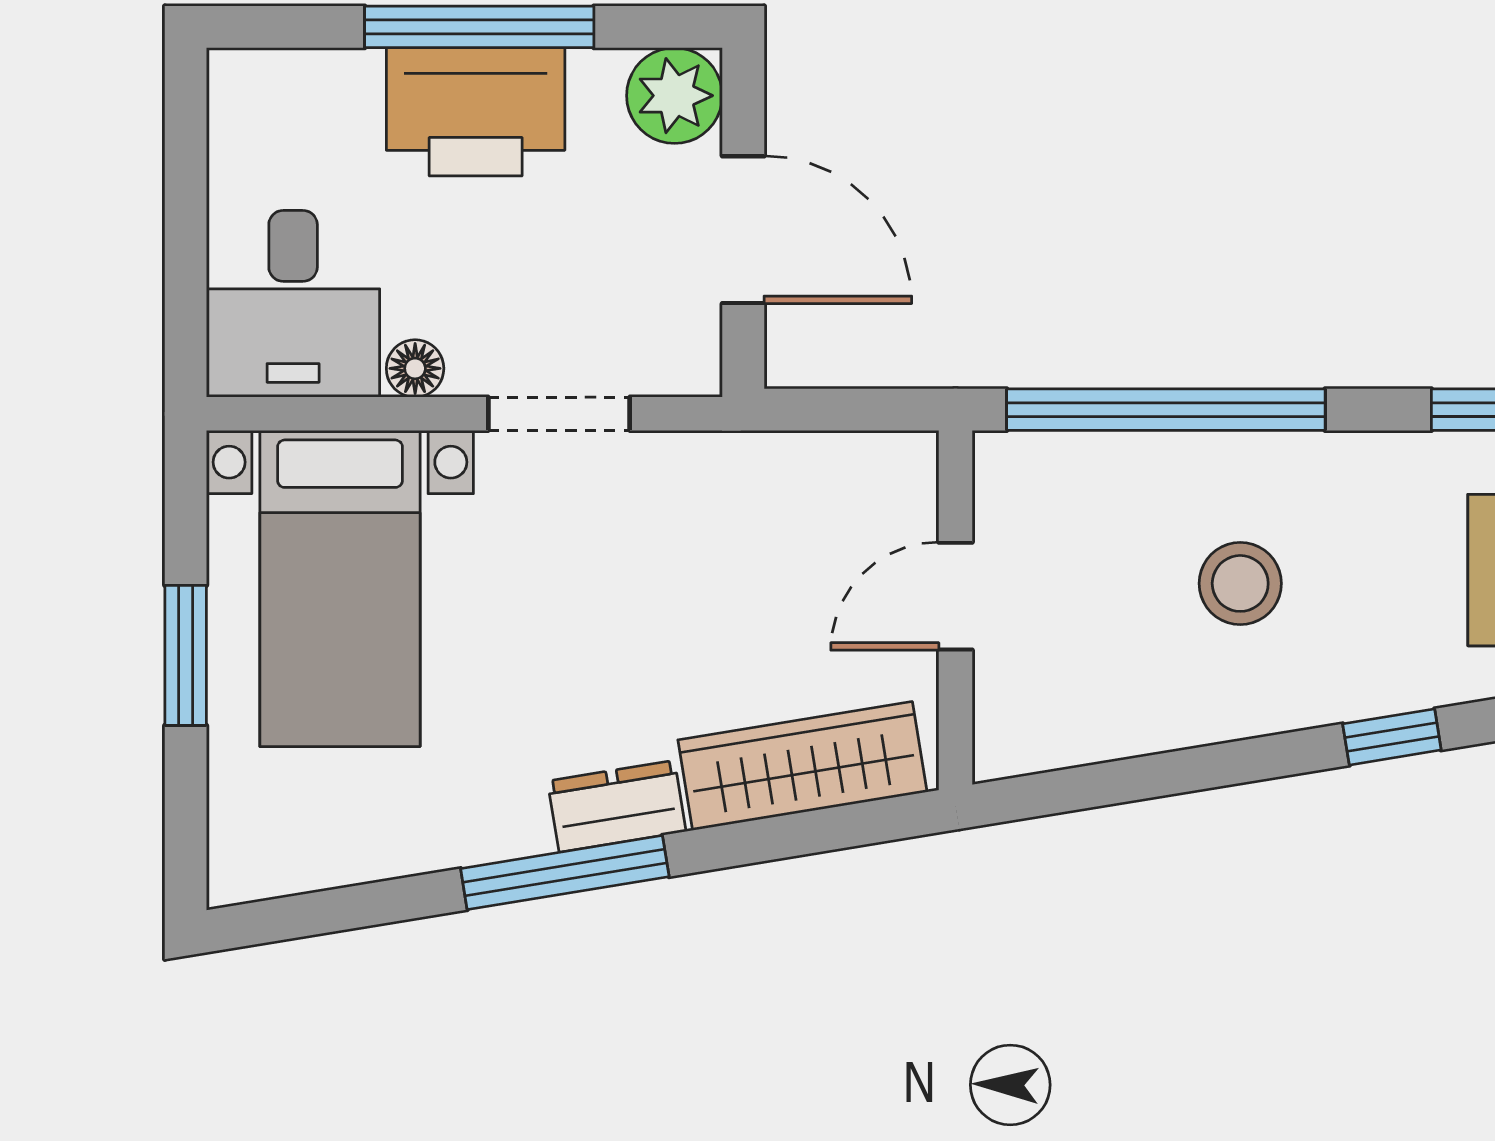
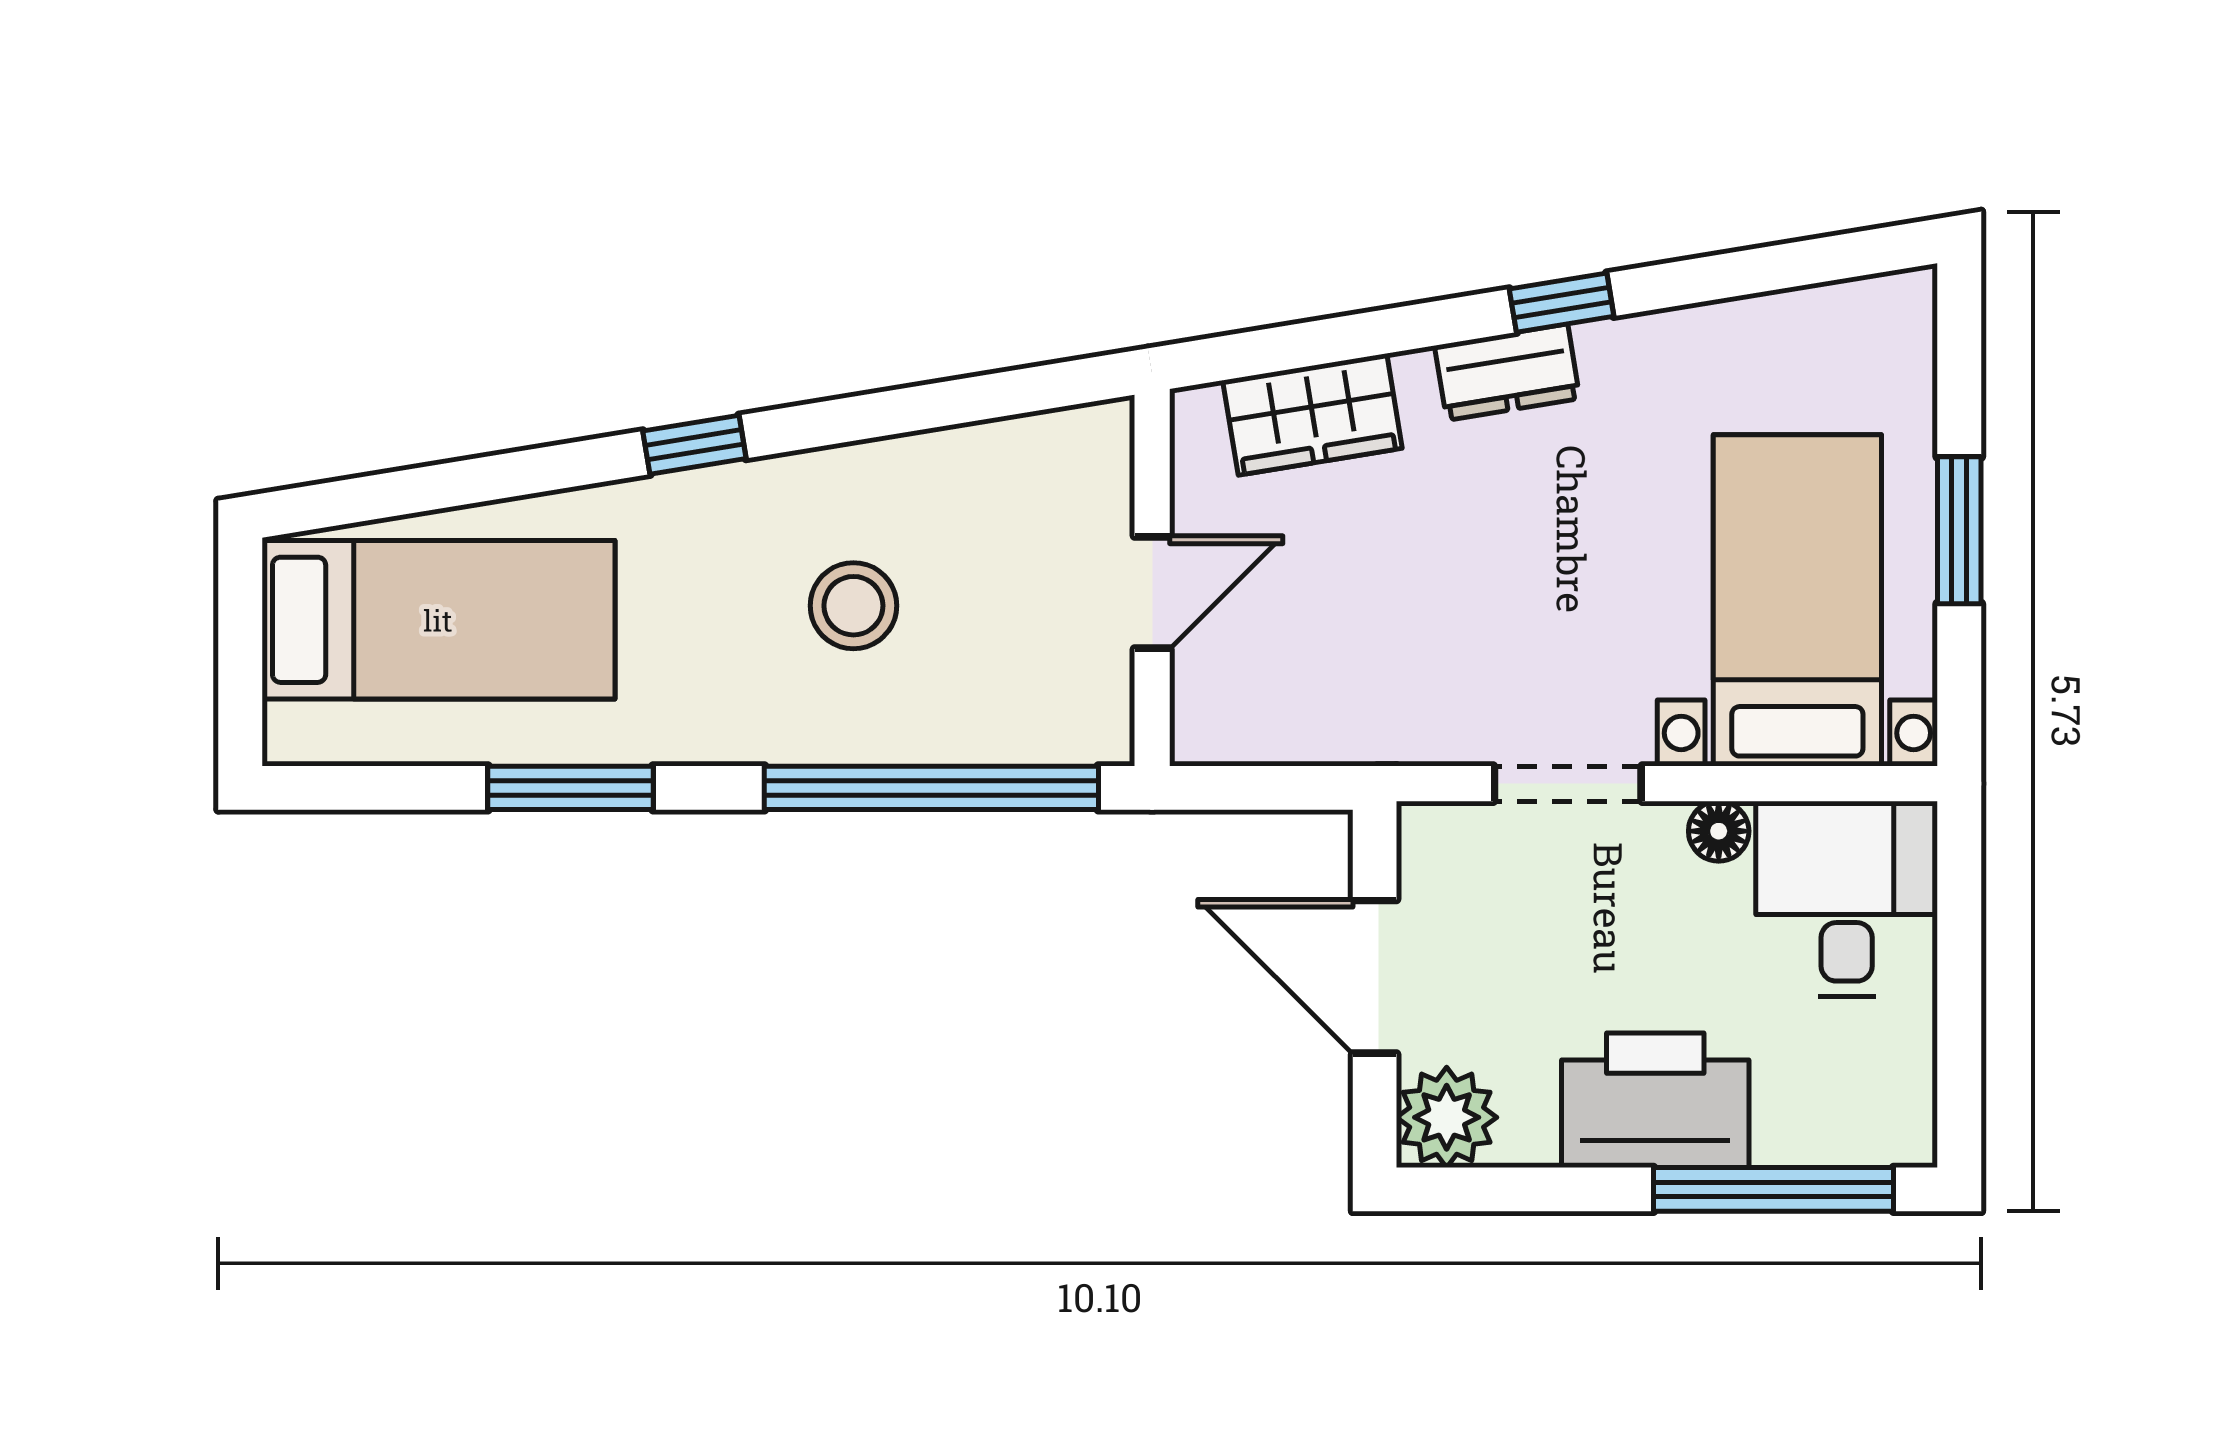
window: (479, 27) -> (1773, 1189), moved
wardrobe: (803, 766) -> (1312, 414), width x0.67
window: (565, 873) -> (1562, 303), width x0.46

